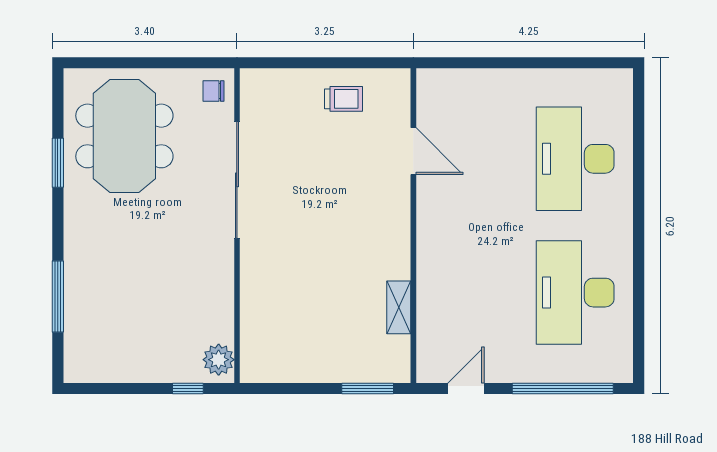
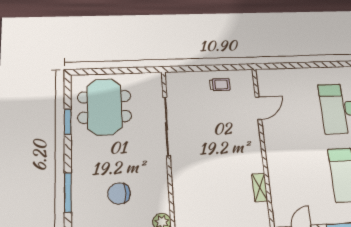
chair: (214, 91) -> (119, 194), moved, width x1.87, depth x1.87
door: (413, 151) -> (258, 108), hinge flipped

